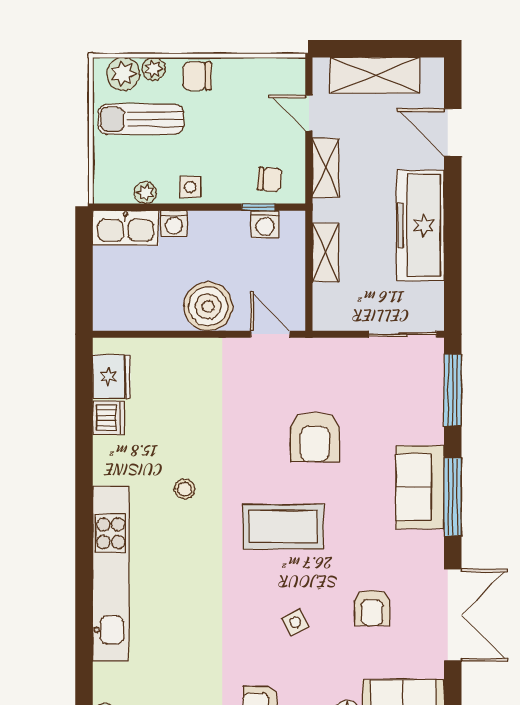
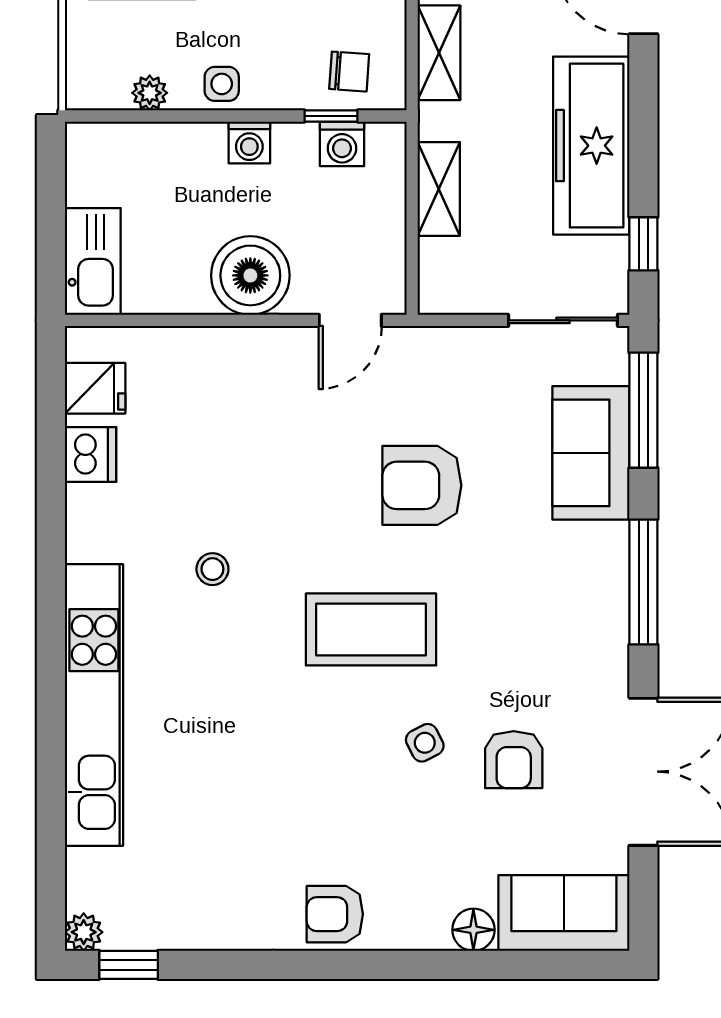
washing machine: (174, 224) -> (249, 142), moved
kitchen sink: (126, 228) -> (93, 261), moved, turned -90
window: (453, 287) -> (643, 244), added
door: (270, 334) -> (350, 320), swing flipped
fridge: (111, 376) -> (95, 388), width x0.72
armchair: (315, 437) -> (422, 485), turned 90
sofa: (420, 487) -> (591, 453), moved
side table: (295, 622) -> (425, 743), moved

